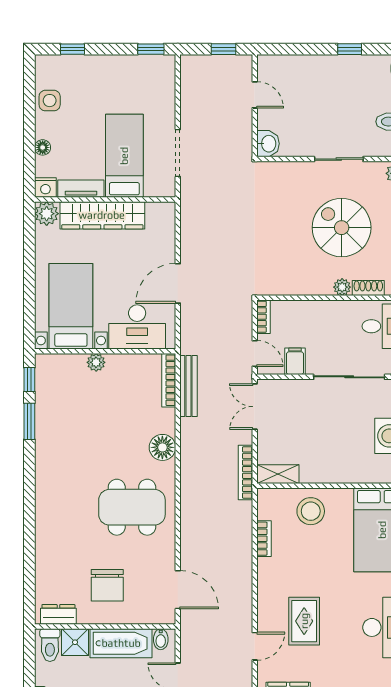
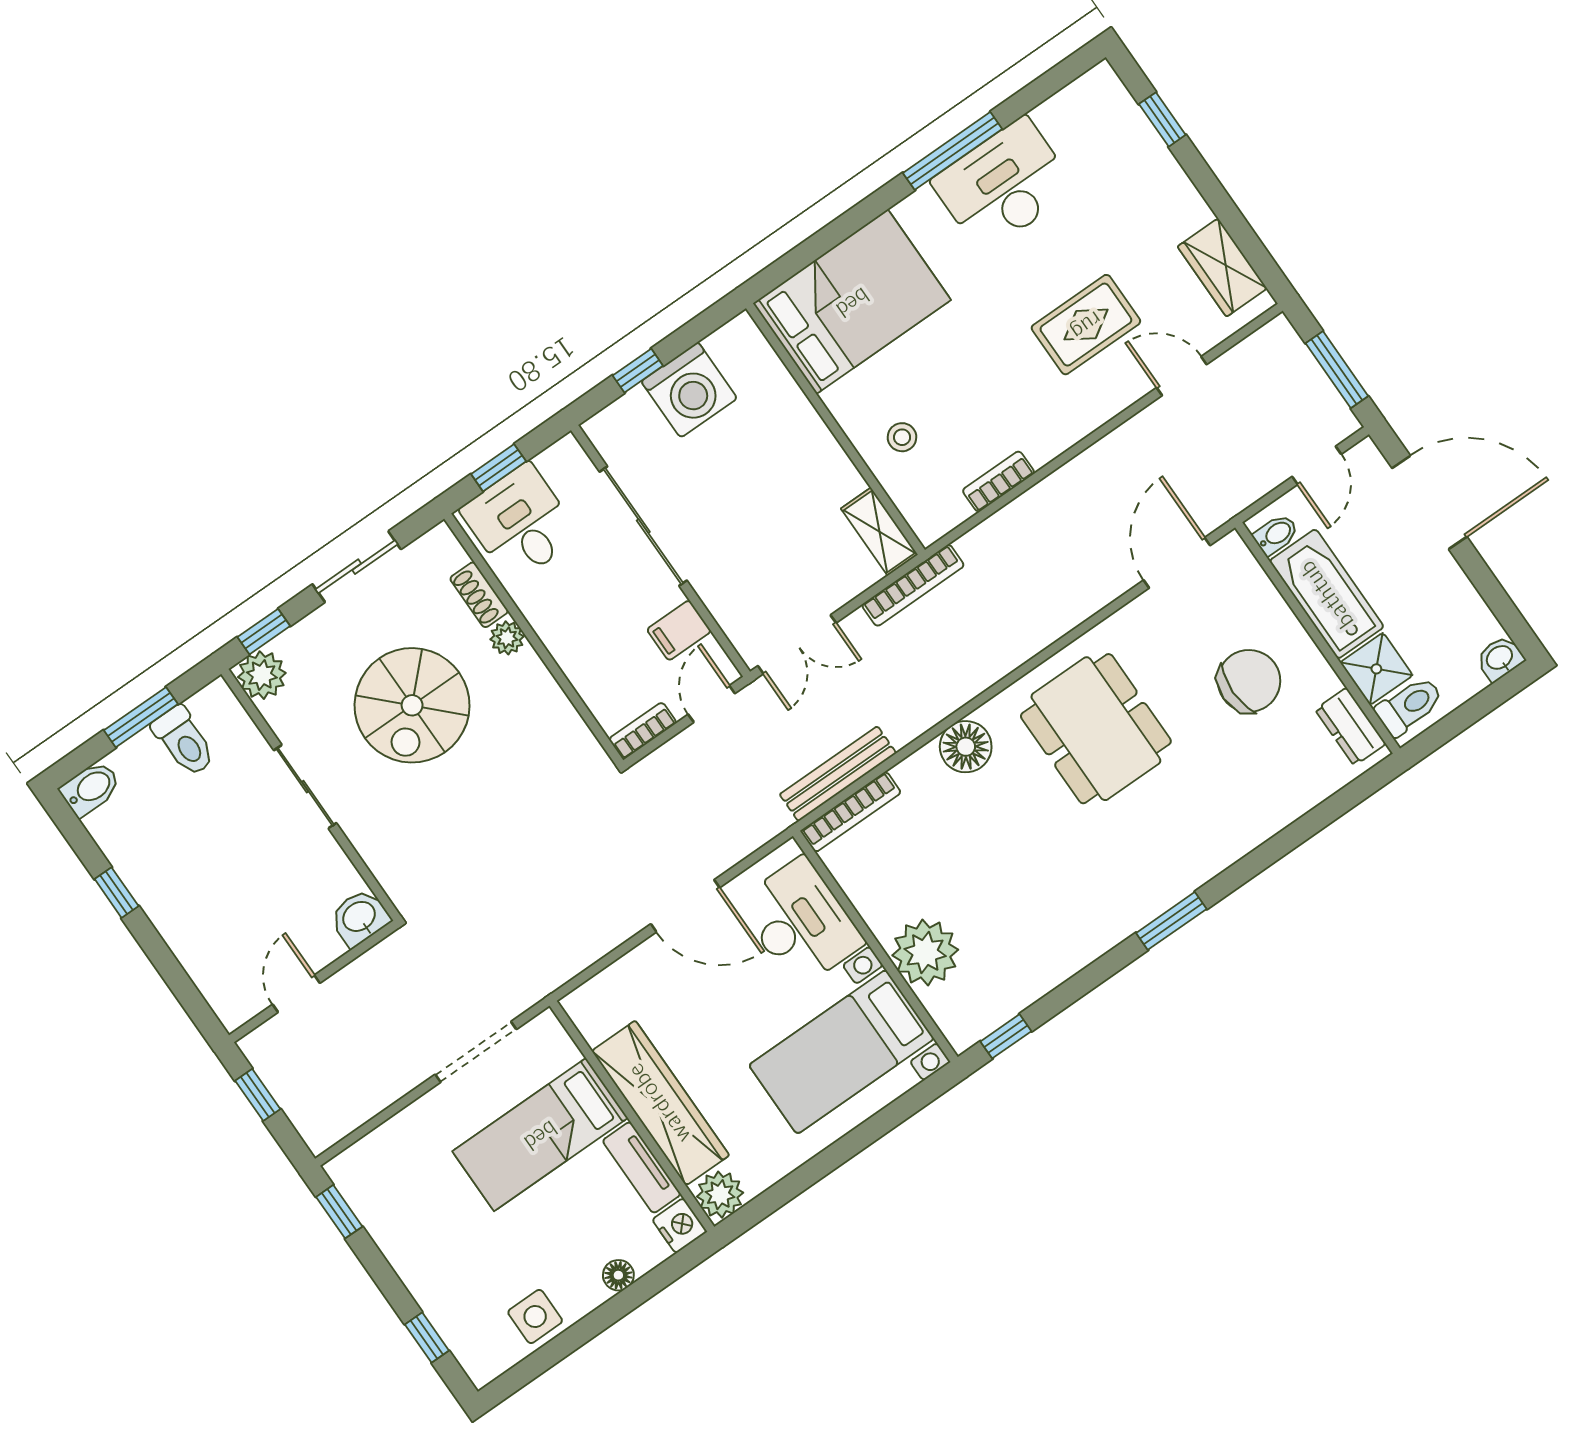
plant: (96, 362) -> (925, 952), width x1.88, depth x1.88
window: (29, 421) -> (1171, 921), moved
stool: (311, 511) -> (902, 437), width x0.53, depth x0.53

